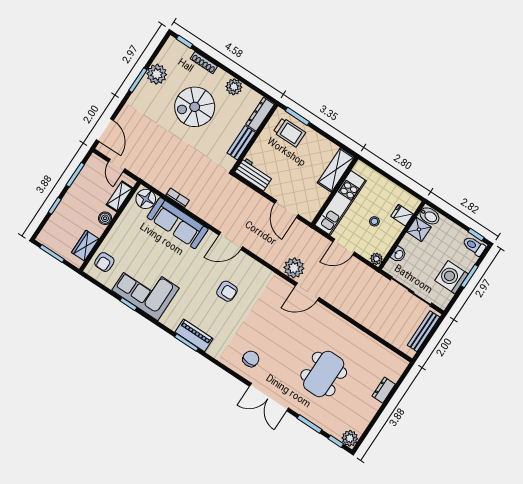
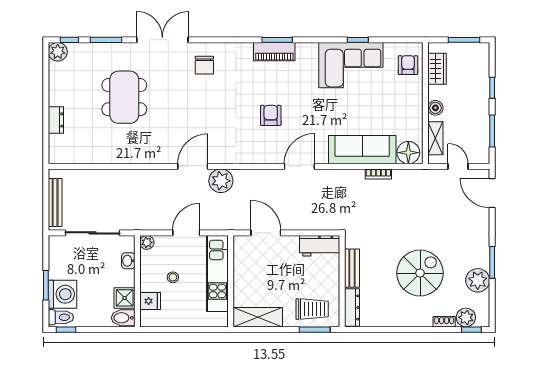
shoe rack: (204, 63) -> (444, 322), width x0.70
plant: (234, 87) -> (466, 317), moved
trolley: (289, 132) -> (312, 309), turned 180
shelving: (336, 170) -> (258, 317), moved, turned 90
washing machine: (452, 277) -> (62, 294), moved
armchair: (227, 291) -> (271, 115), turned 90

